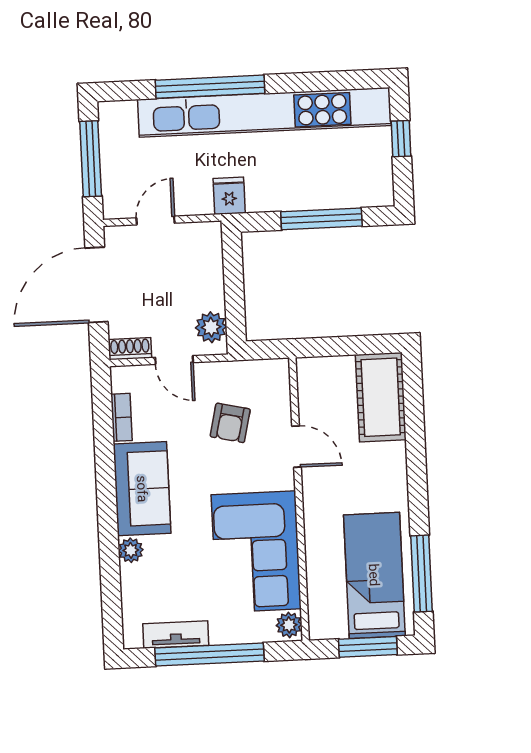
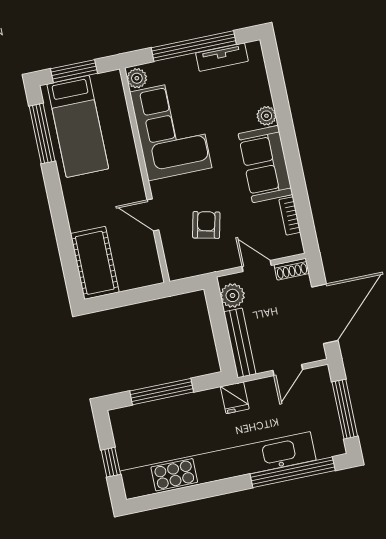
window: (210, 87) -> (293, 472), moved
bench: (211, 265) -> (240, 343), added

